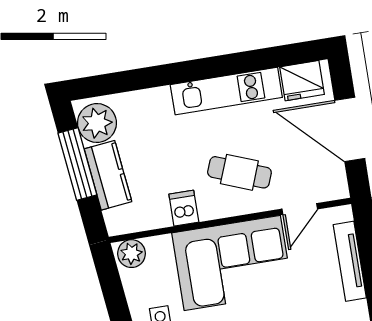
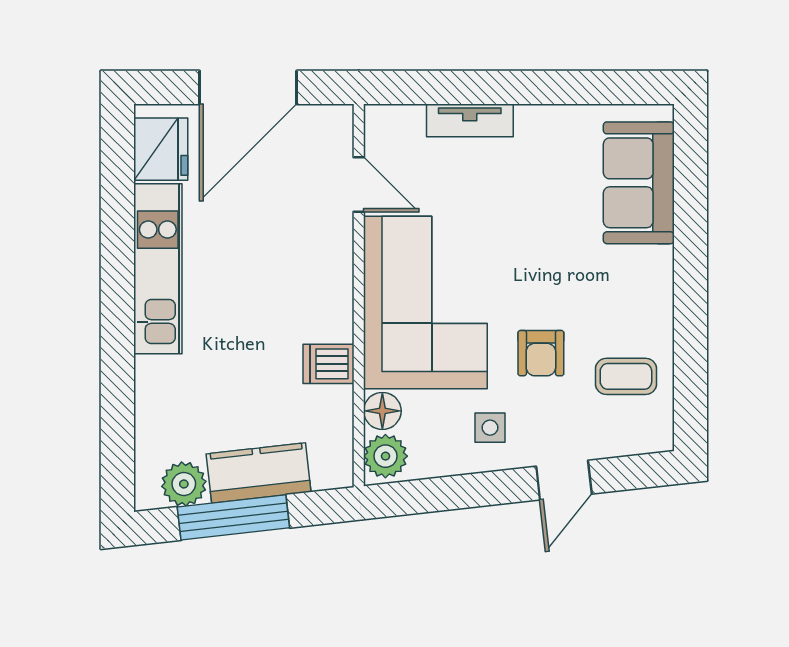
plant: (97, 123) -> (184, 484), width x0.73, depth x0.73
cafe table: (239, 172) -> (287, 269), removed
floor lamp: (160, 247) -> (382, 411), added
tv unit: (350, 261) -> (470, 120), width x0.71

